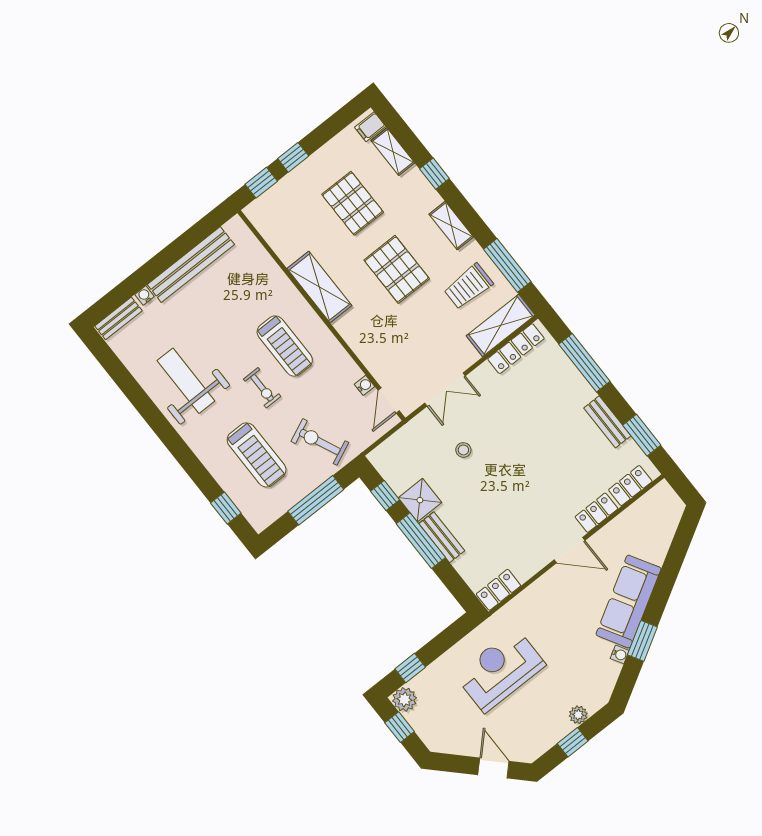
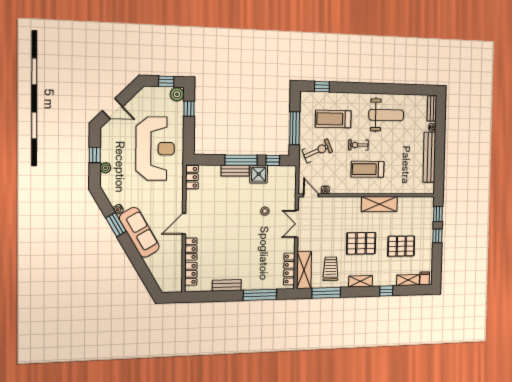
window: (642, 435) -> (209, 296), removed
reception desk: (500, 670) -> (155, 149), width x1.36, depth x1.30

